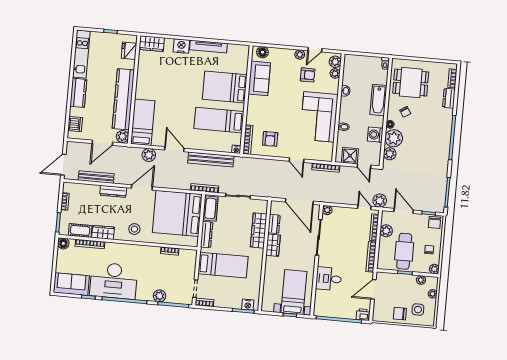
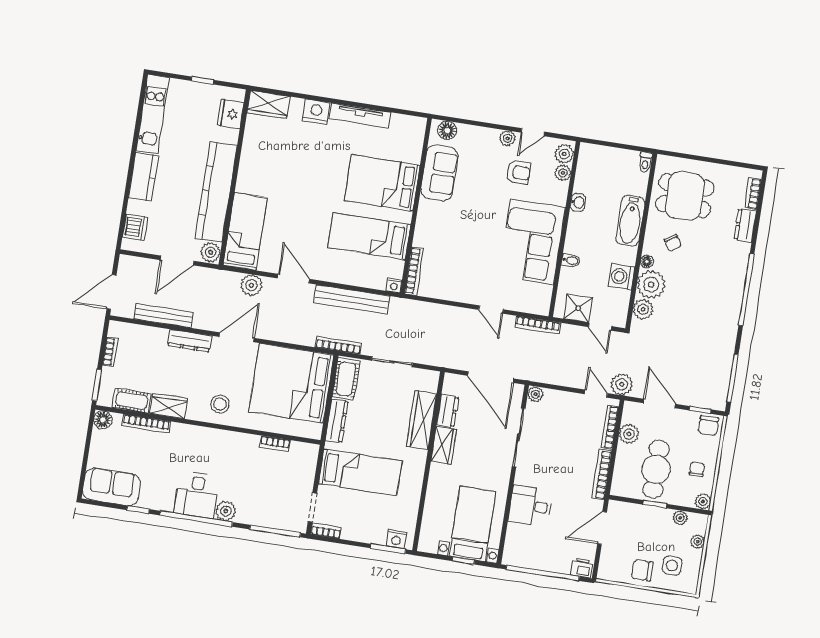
armchair: (270, 139) -> (450, 272), removed
desk: (114, 281) -> (197, 495), width x0.53, depth x0.77
plant: (160, 296) -> (226, 511), moved

